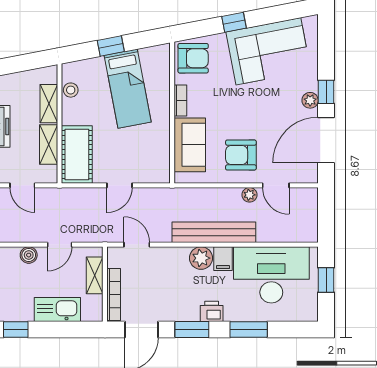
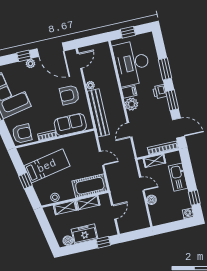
armchair: (193, 58) -> (22, 134), turned 90
armchair: (241, 155) -> (69, 95), turned 90
door: (276, 185) -> (79, 61), moved
bench: (214, 232) -> (98, 113), moved
door: (137, 245) -> (130, 130), moved

